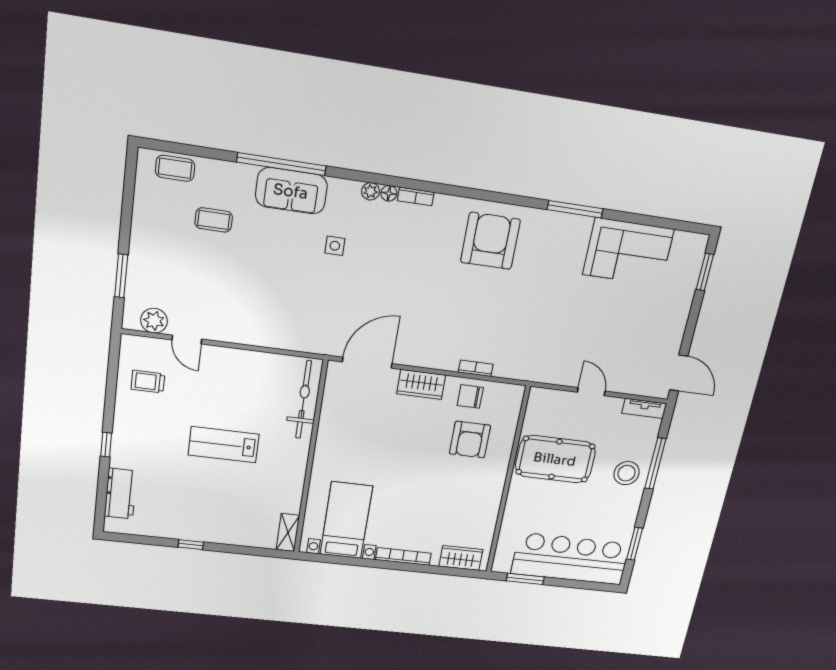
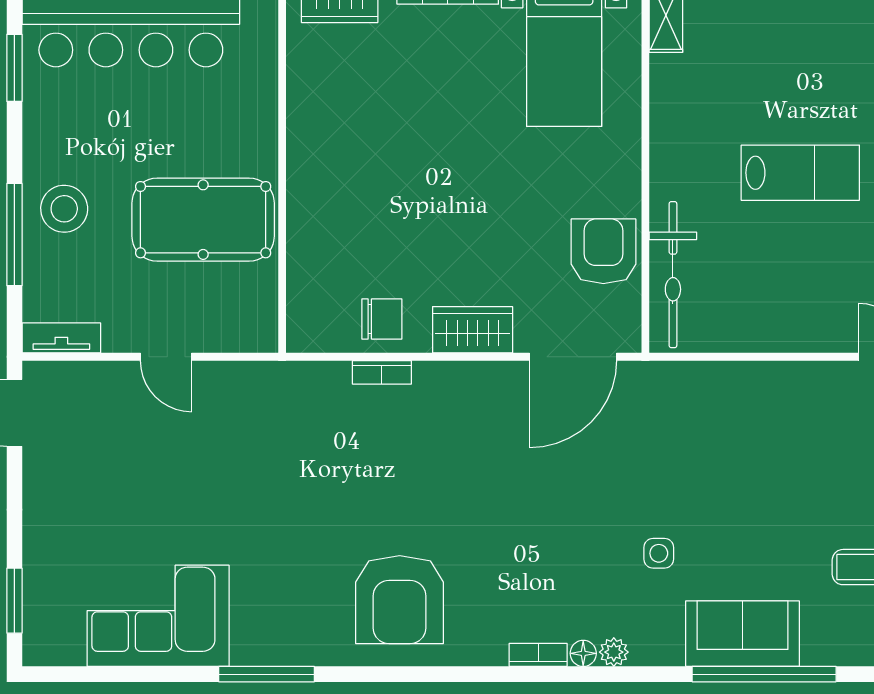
armchair: (470, 440) -> (603, 251), moved

